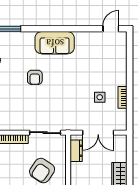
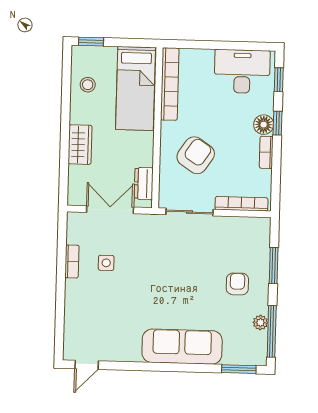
sofa: (55, 43) -> (182, 347), width x1.36
armchair: (35, 77) -> (237, 284), moved

